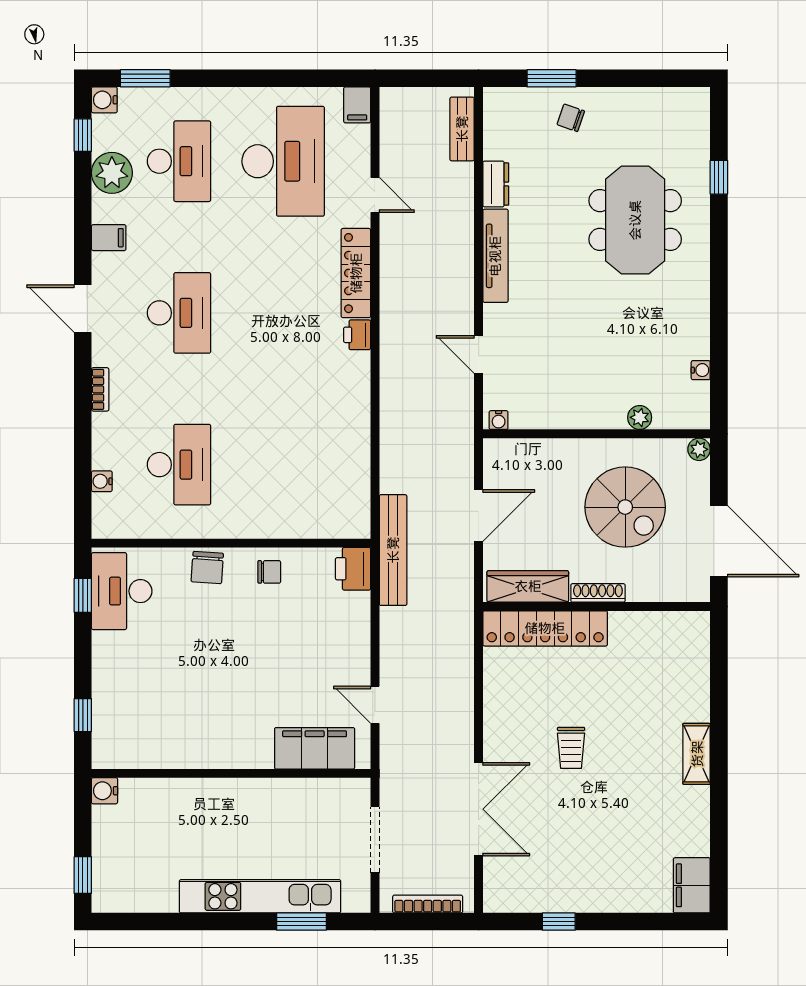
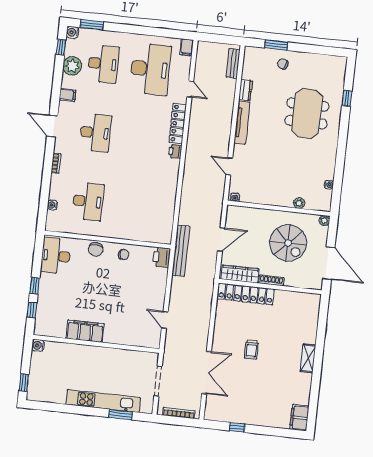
window: (83, 595) -> (35, 286), moved
filing cabinet: (315, 748) -> (85, 331), moved

